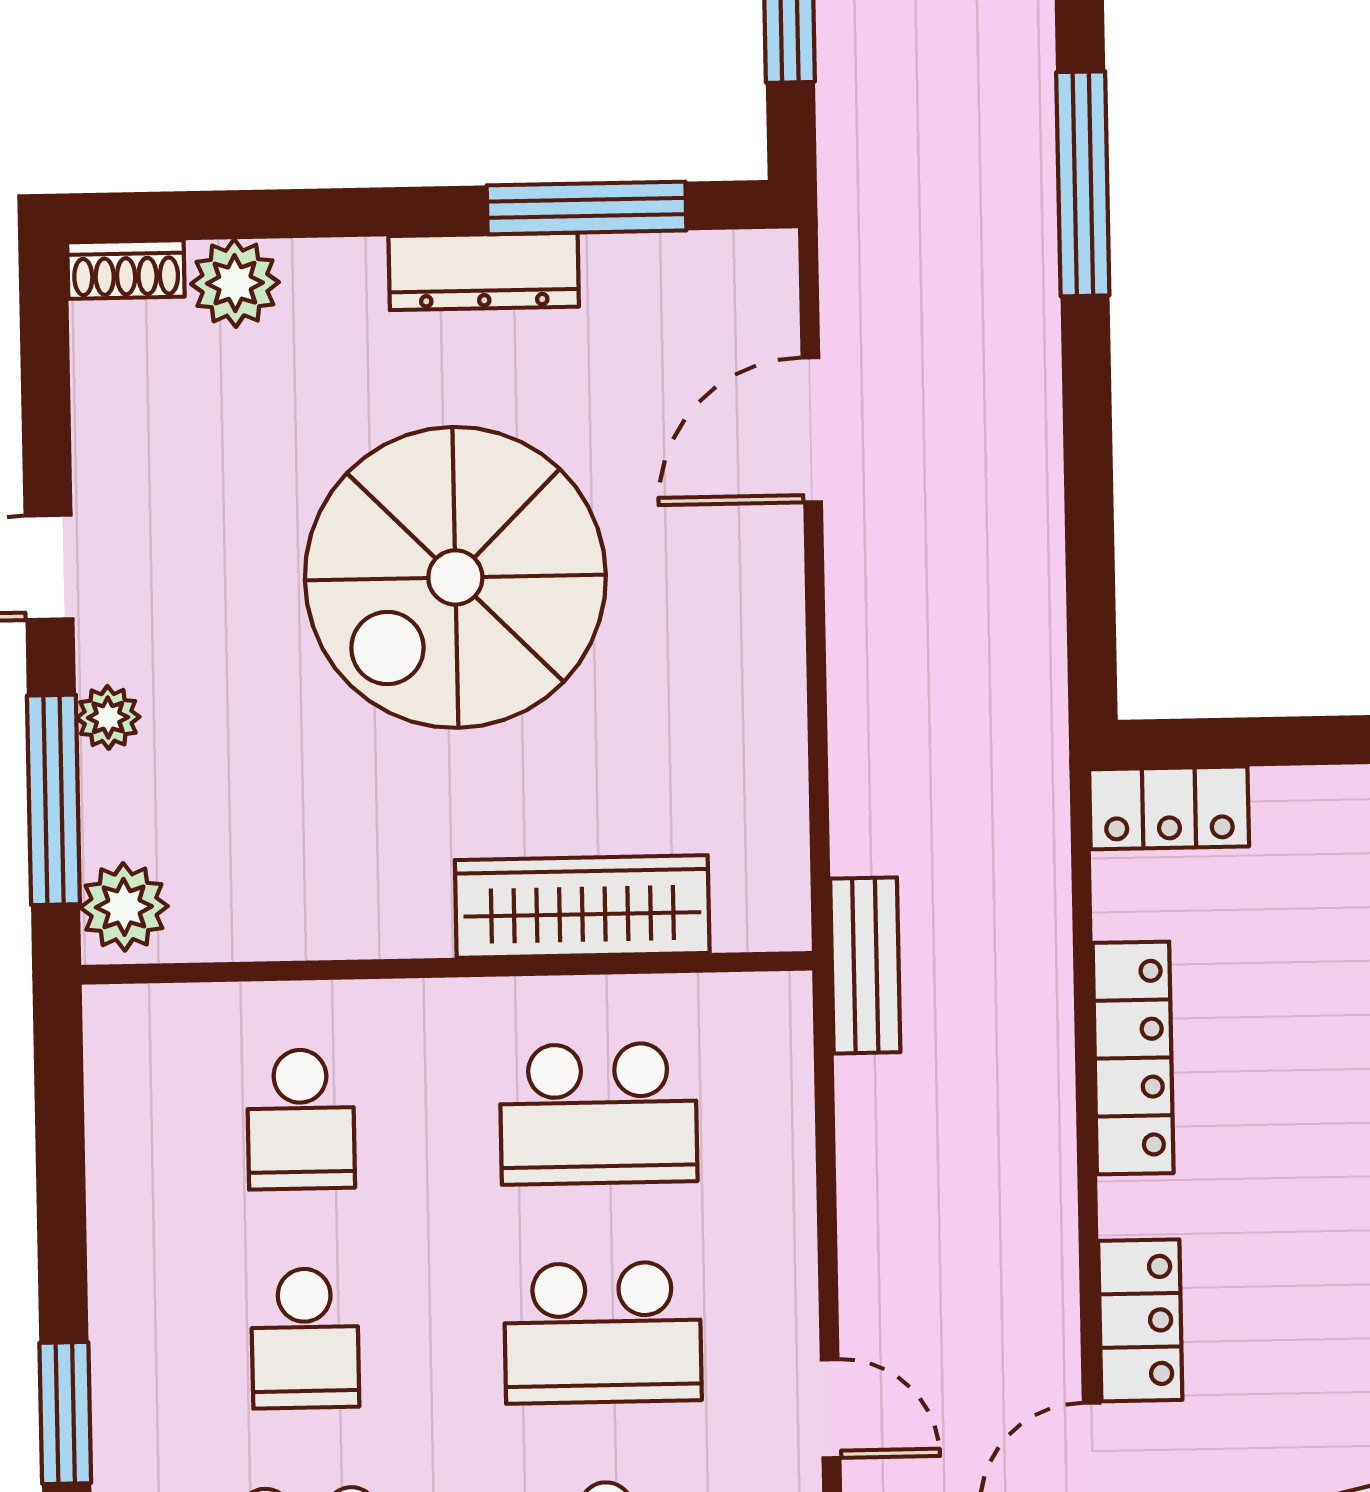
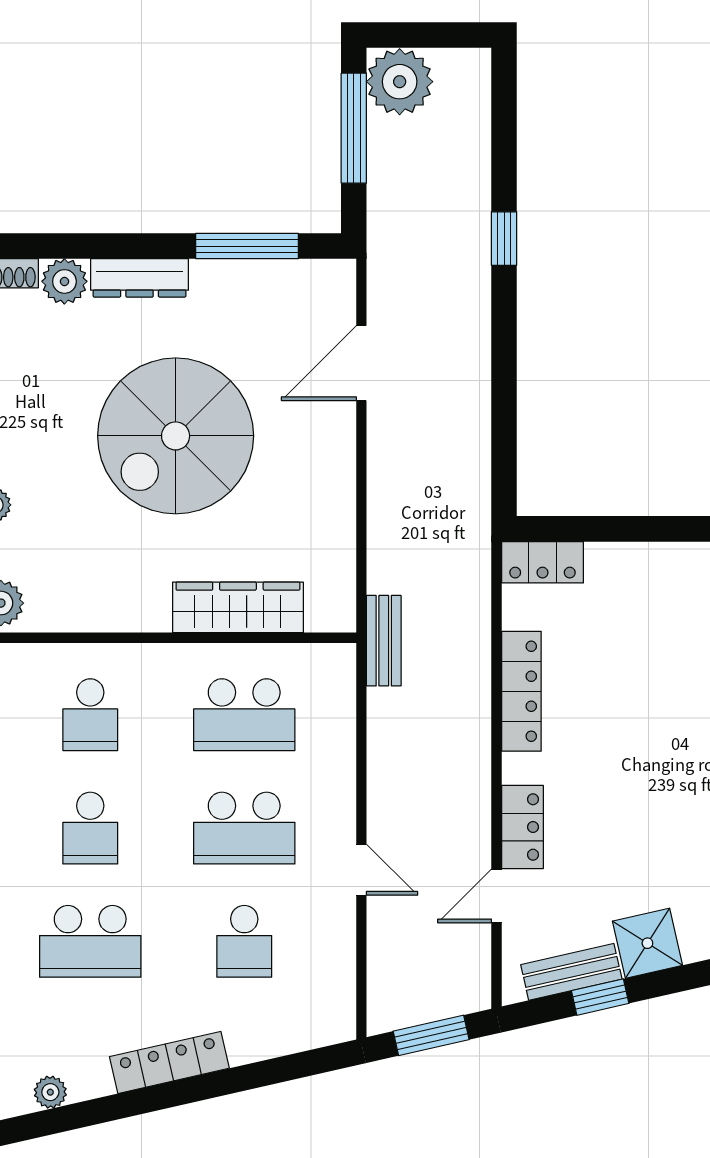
window: (1083, 184) -> (504, 239), width x0.46
dresser: (484, 271) -> (140, 278), moved

